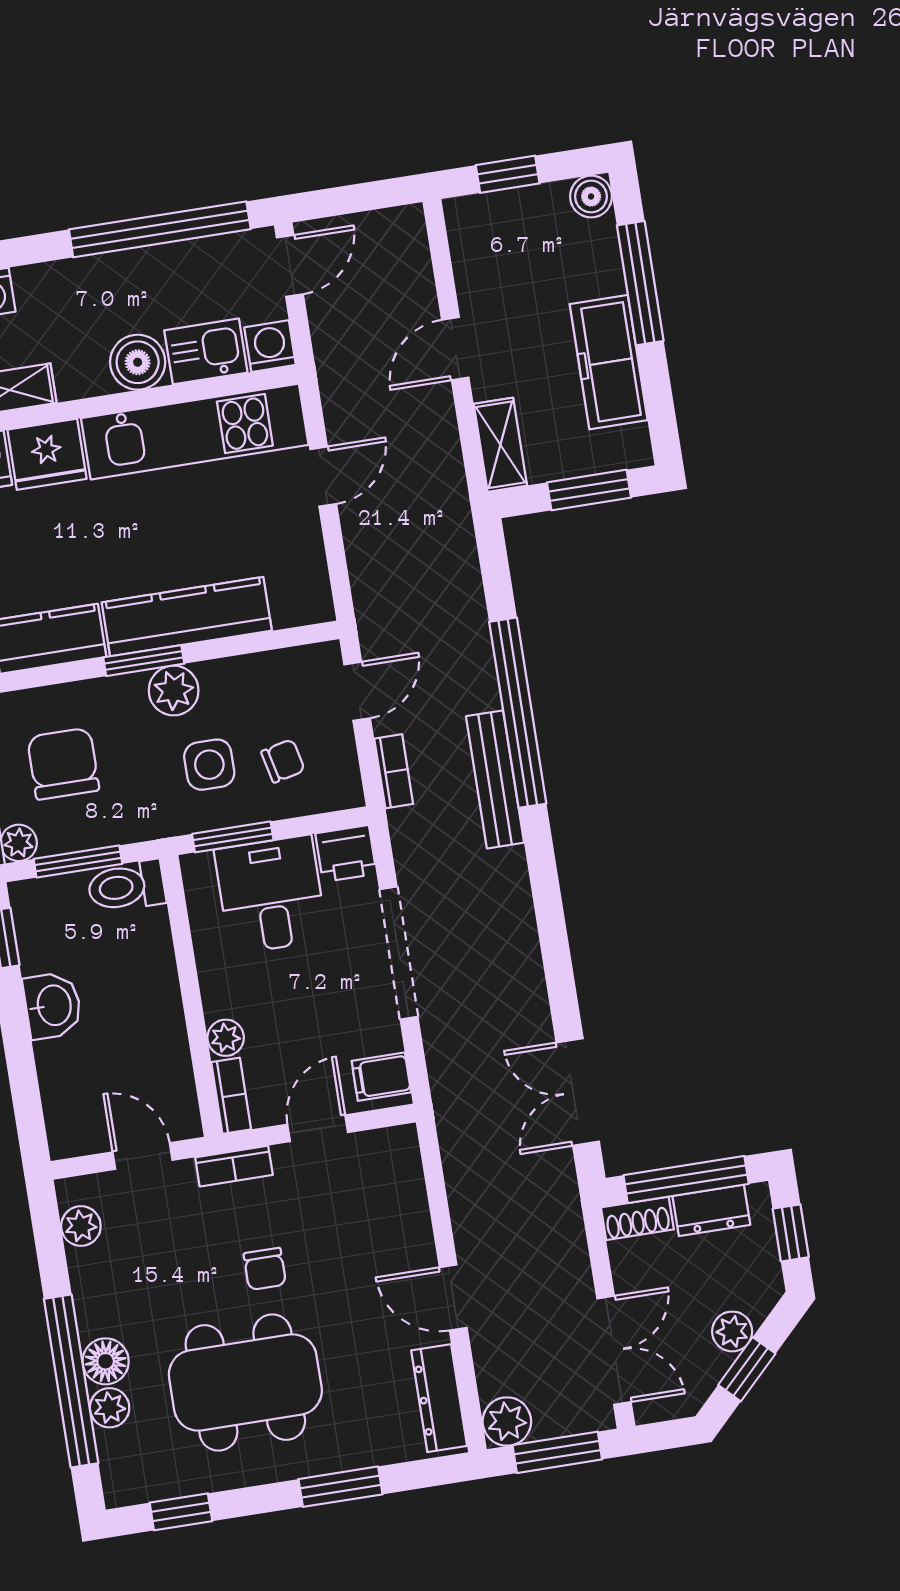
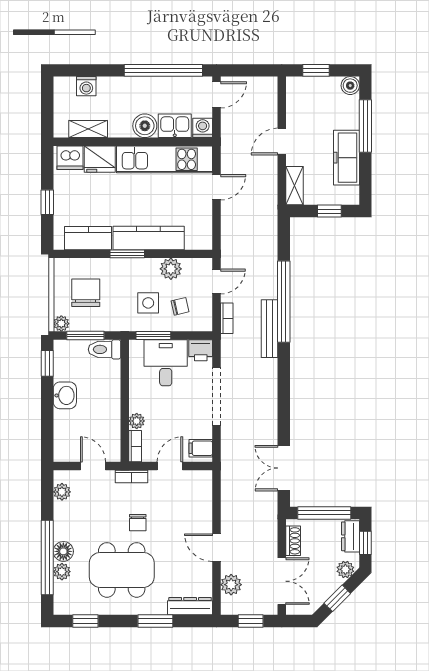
window: (589, 490) -> (329, 211), width x0.67
plant: (174, 690) -> (171, 269), moved
dresser: (711, 1210) -> (350, 536), moved, turned 90
shoe rack: (637, 1218) -> (293, 541), moved, turned -90
plant: (732, 1331) -> (345, 569), moved
dresser: (439, 1398) -> (190, 606), moved, turned 90
plant: (507, 1422) -> (231, 585), moved
window: (557, 1452) -> (251, 621), width x0.67

